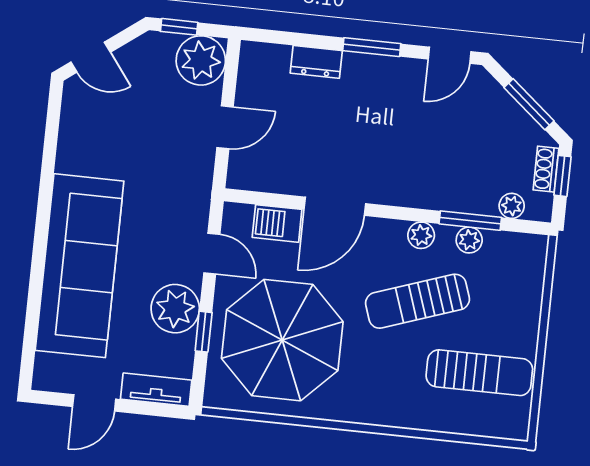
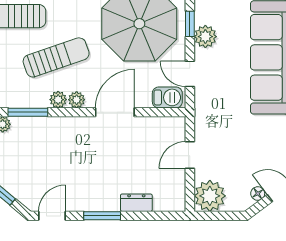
window: (179, 27) -> (226, 216), removed
floor lamp: (126, 56) -> (258, 193), added
barbecue: (277, 223) -> (167, 97), moved
plant: (469, 240) -> (77, 100), moved
plant: (175, 309) -> (205, 37), width x0.73, depth x0.73

